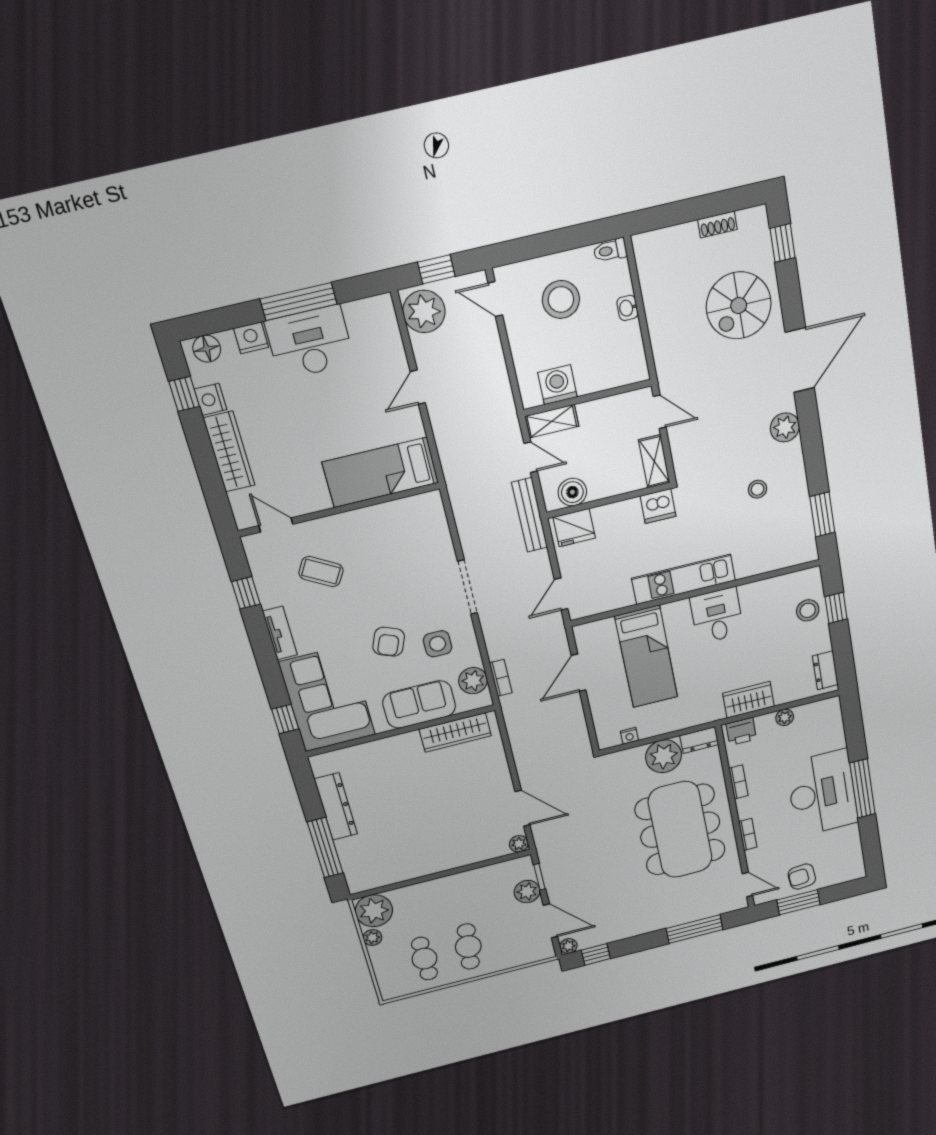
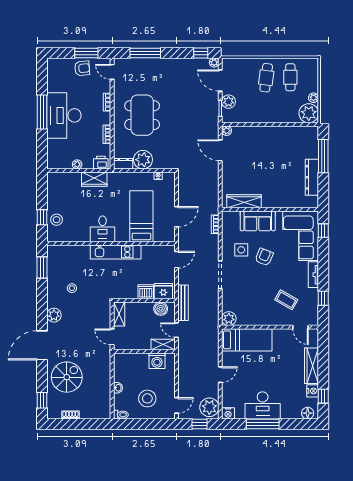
door: (495, 299) -> (177, 405), hinge flipped
nightstand: (251, 338) -> (228, 413), moved
dishwasher: (658, 506) -> (146, 292), moved
dresser: (825, 670) -> (52, 185), removed
plant: (473, 681) -> (229, 319), moved
dining table: (680, 830) -> (142, 115), width x0.73, depth x0.80

